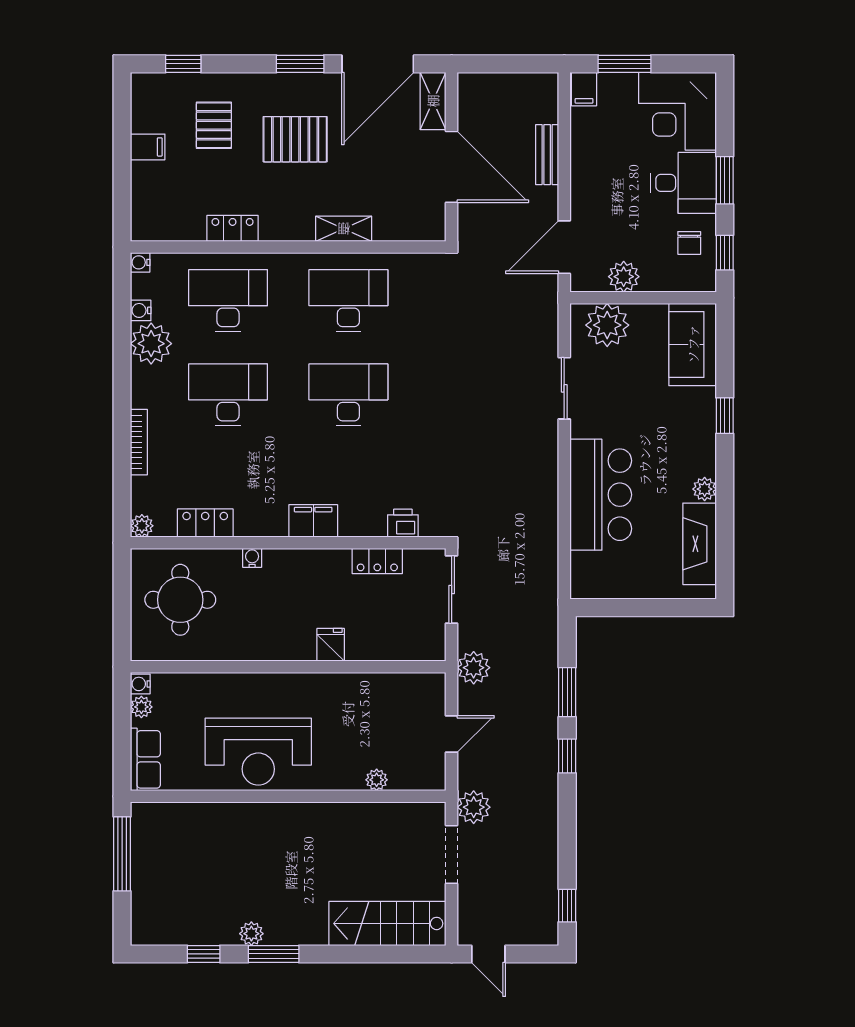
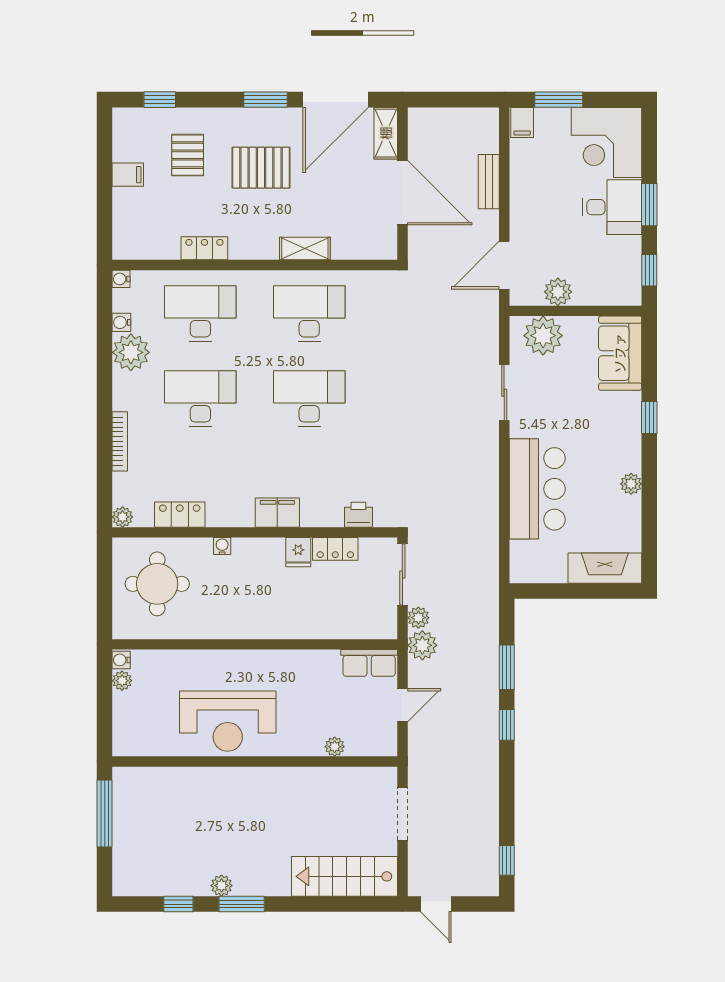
chair: (689, 243) -> (617, 261), removed
fireplace: (700, 544) -> (605, 568), moved, turned 90
fridge: (331, 645) -> (298, 552), moved, turned 180
row of seats: (145, 759) -> (369, 663), moved, turned 90
plant: (474, 807) -> (418, 618), moved, width x0.73, depth x0.73

